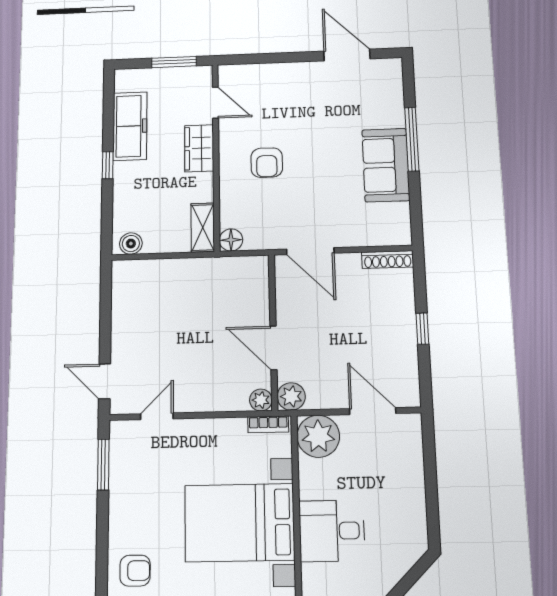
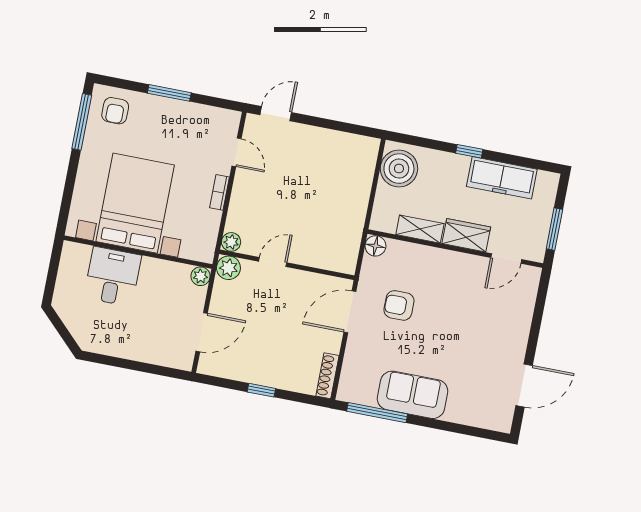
window: (412, 139) -> (377, 413), moved
armchair: (267, 163) -> (399, 305), moved
shelving: (203, 228) -> (420, 229), moved
boiler: (131, 244) -> (399, 169), width x1.86, depth x1.86
door: (273, 348) -> (273, 262), width x0.73
bookcase: (268, 424) -> (219, 192), moved
plant: (318, 436) -> (200, 276), width x0.53, depth x0.53
window: (103, 464) -> (169, 93), moved

